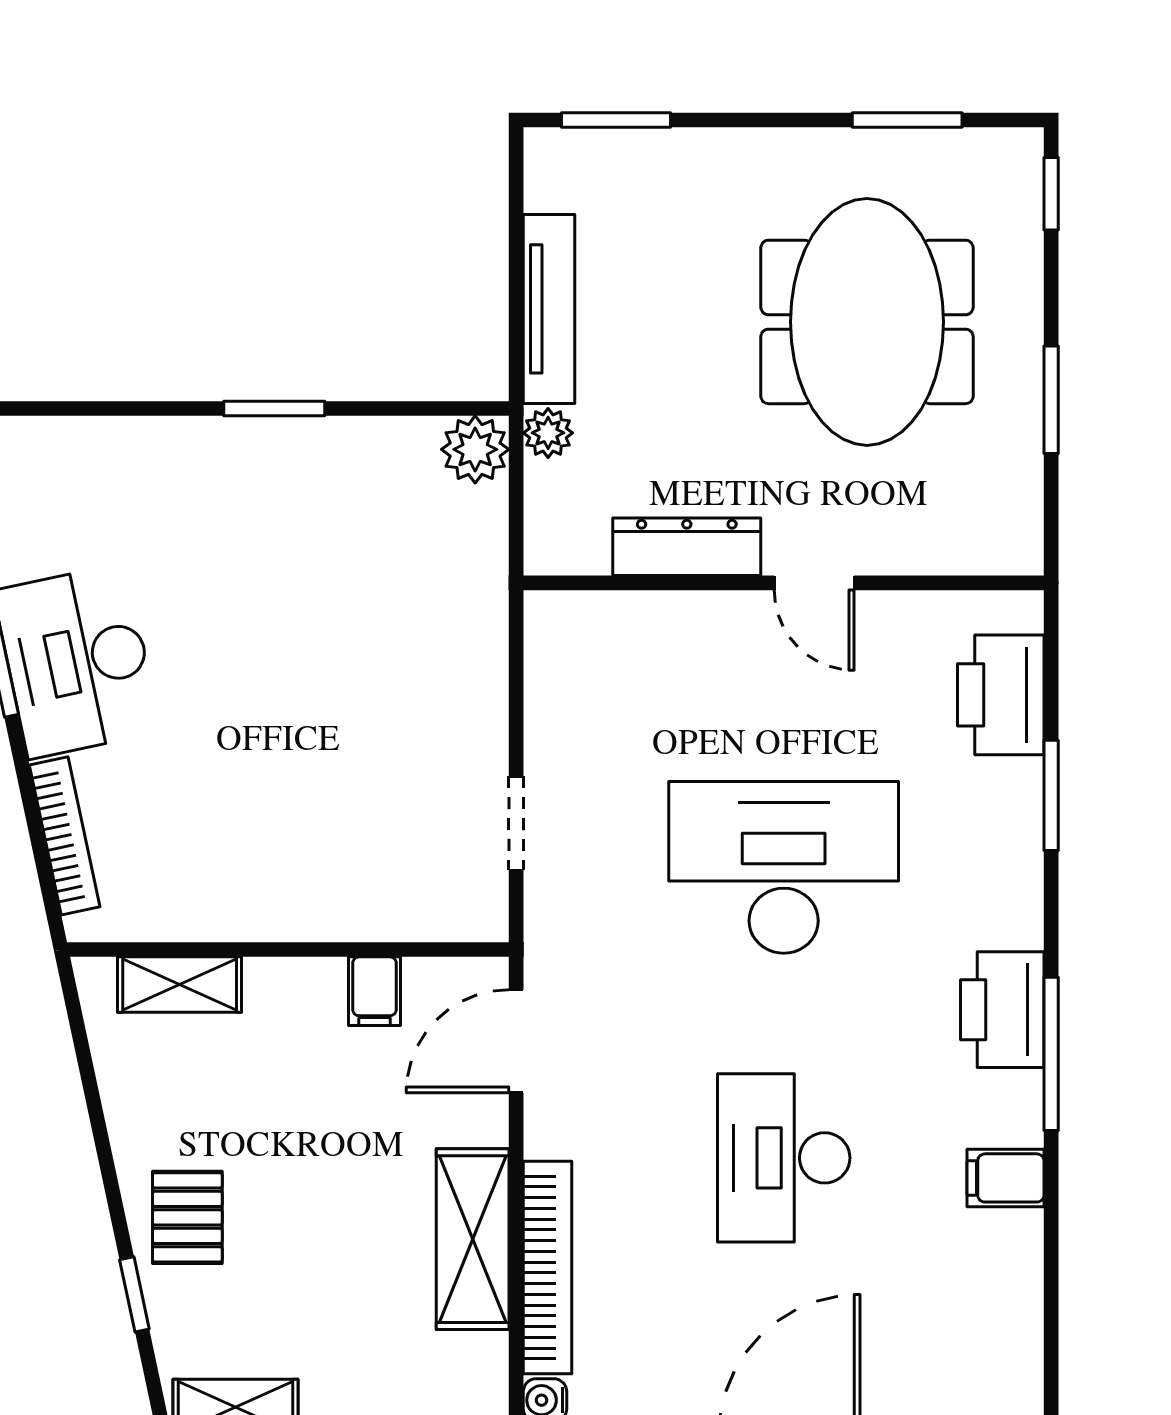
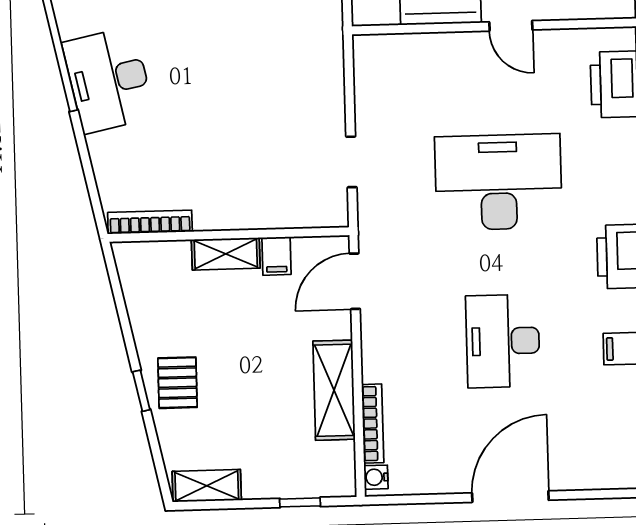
bookcase: (65, 836) -> (150, 222), moved, turned -78
shelving: (180, 985) -> (226, 254), moved
bookcase: (548, 1267) -> (373, 424), width x0.68, depth x0.76
window: (134, 1294) -> (141, 391), moved

